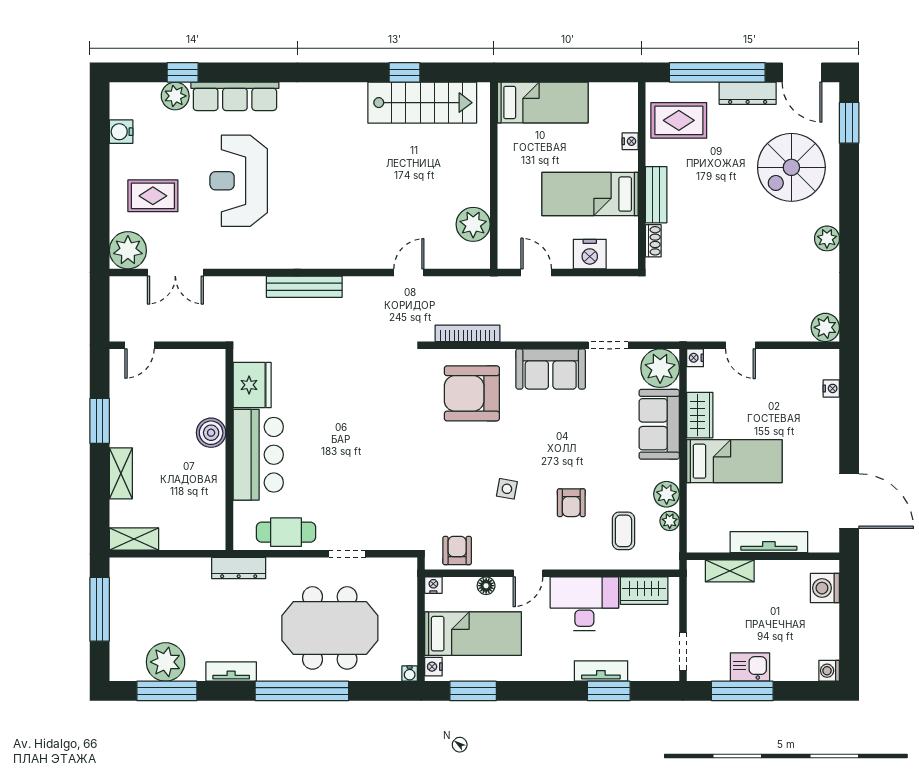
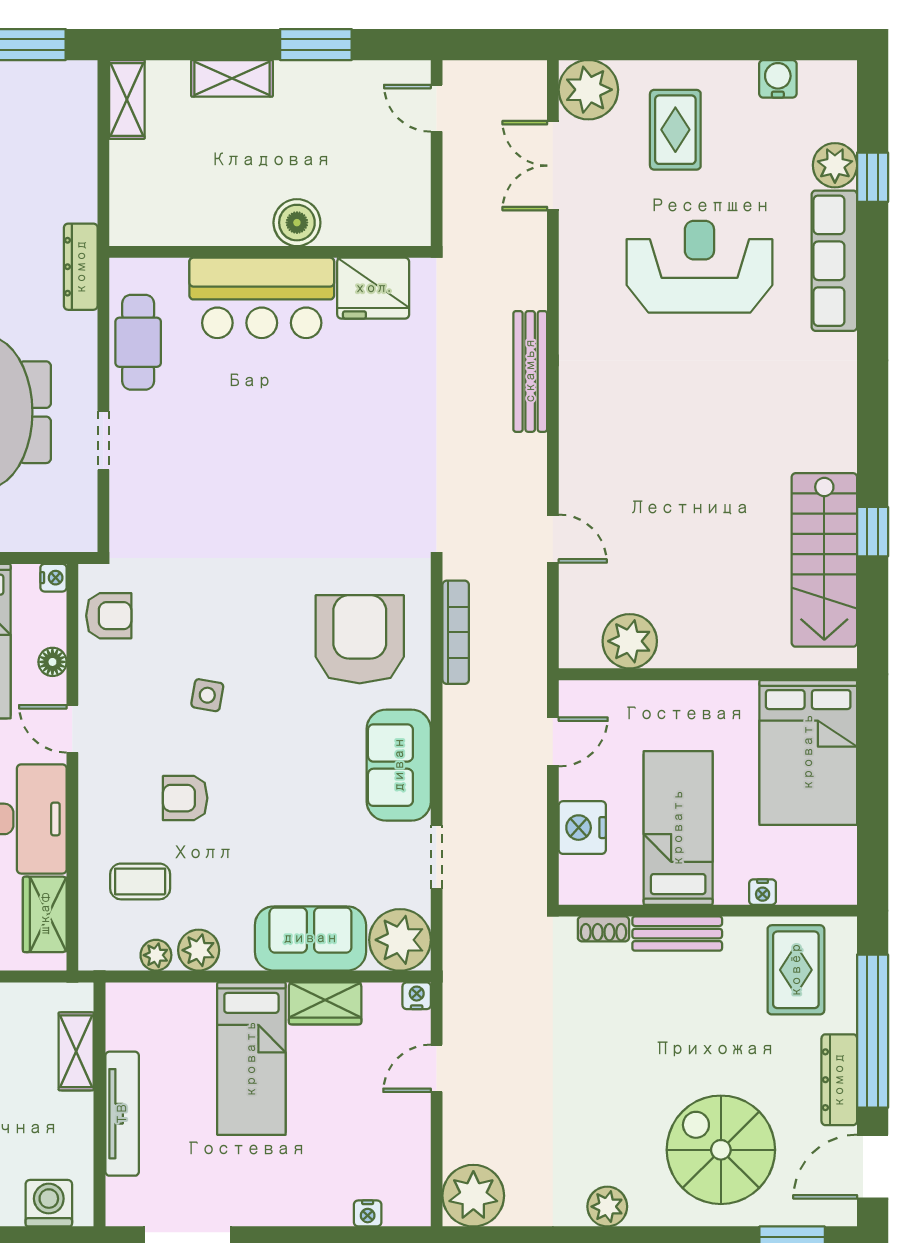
bed: (543, 102) -> (808, 752), width x1.50
plant: (825, 327) -> (473, 1196), width x1.36, depth x1.36

